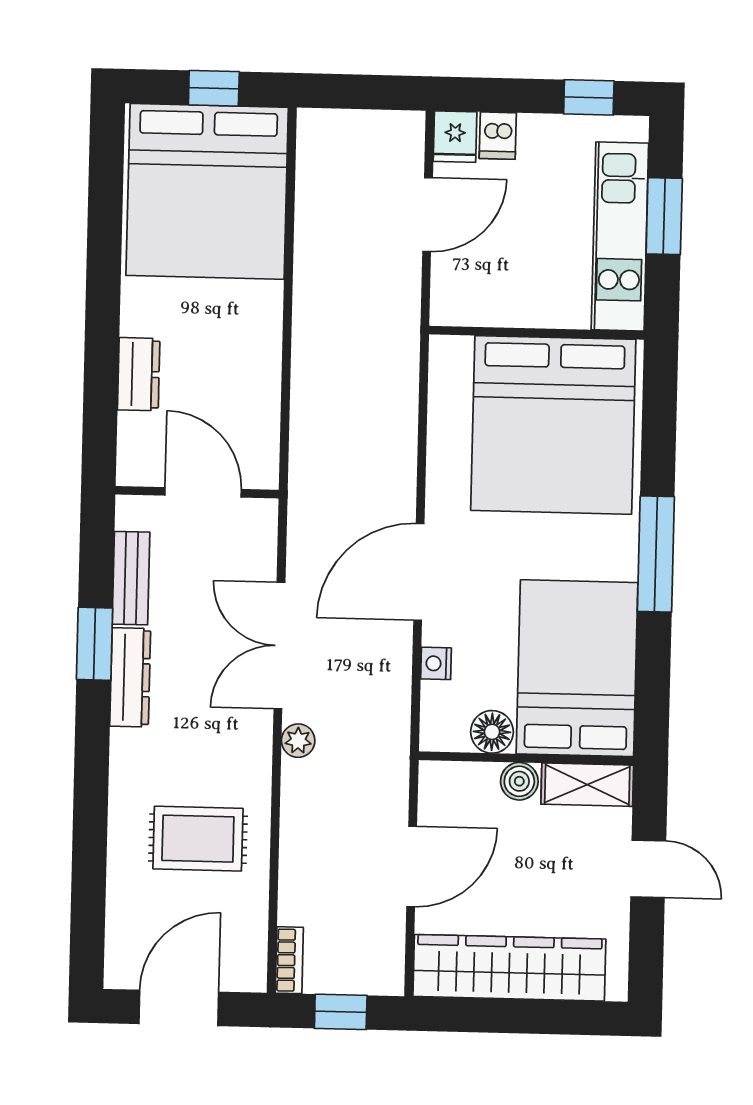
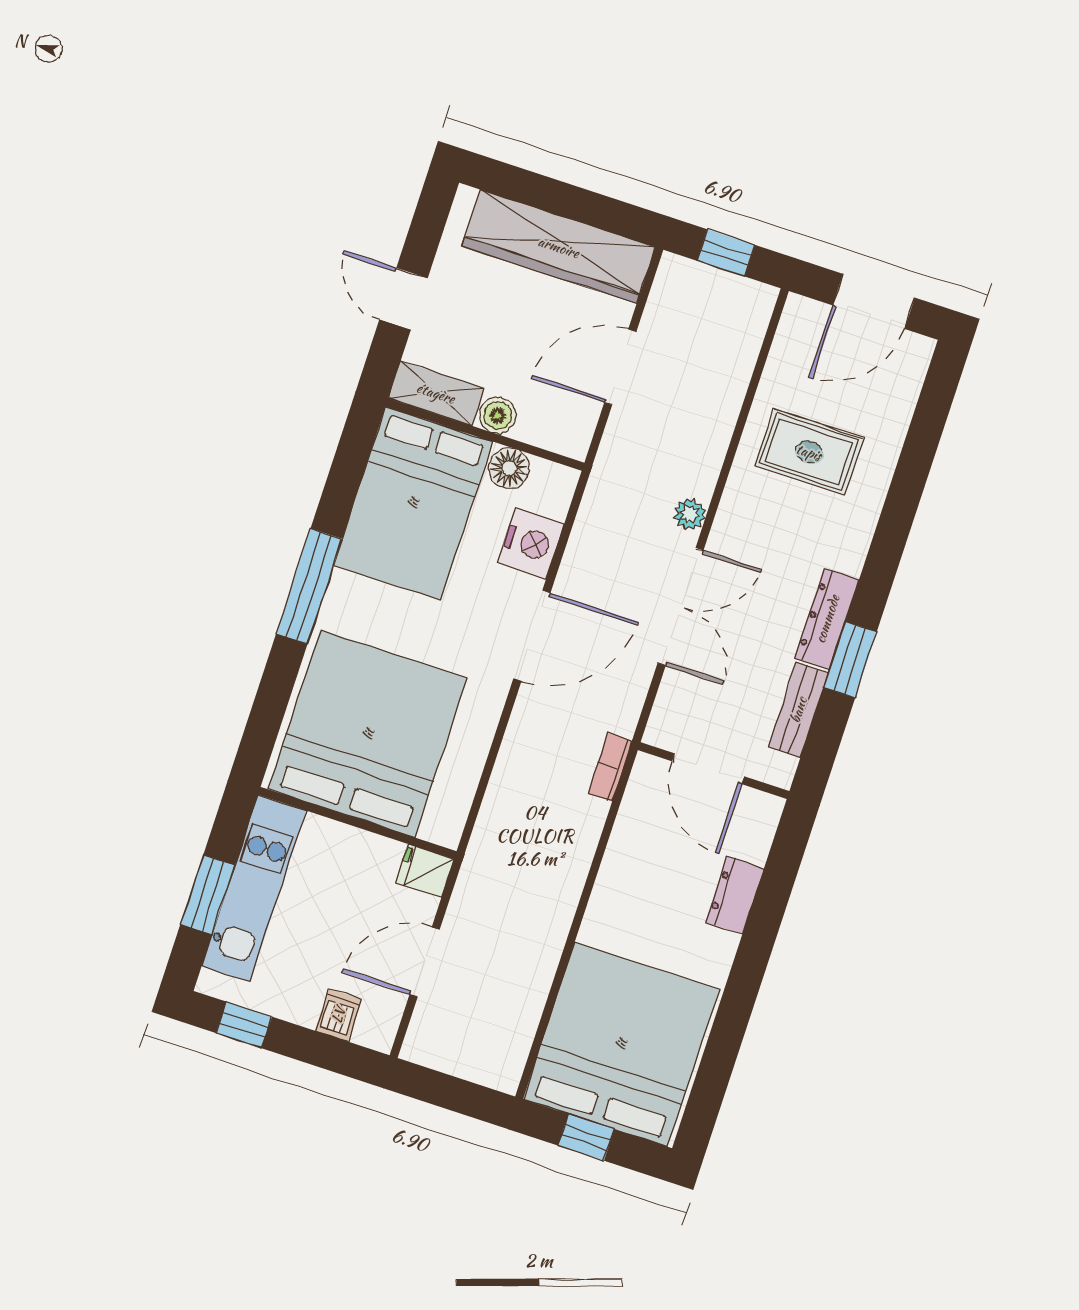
fridge: (455, 137) -> (425, 871), moved, turned -90
nightstand: (436, 663) -> (531, 543), width x1.89, depth x1.79
bookcase: (289, 960) -> (610, 767), moved

